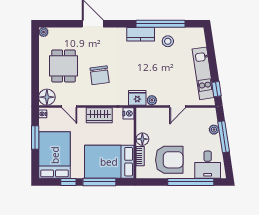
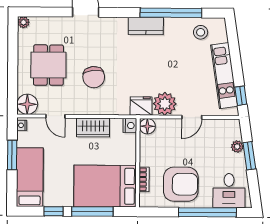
stool: (168, 41) -> (201, 32), moved
plant: (152, 100) -> (165, 104), width x1.87, depth x1.87
window: (224, 137) -> (249, 156), width x0.69
floor lamp: (142, 139) -> (147, 126), moved
bed: (55, 155) -> (30, 177), width x0.67

